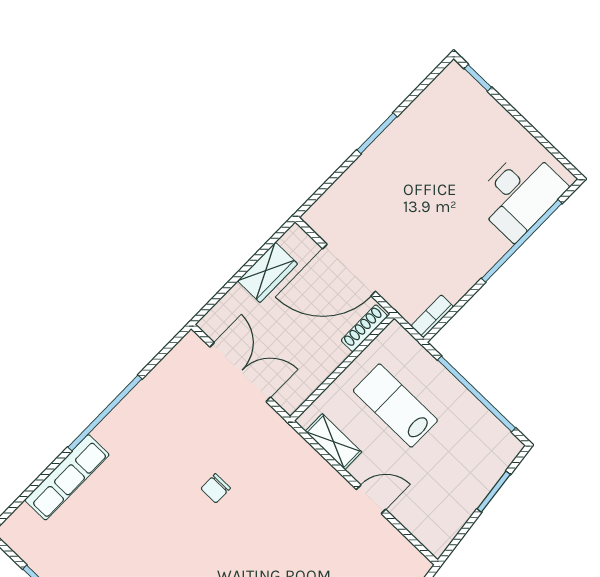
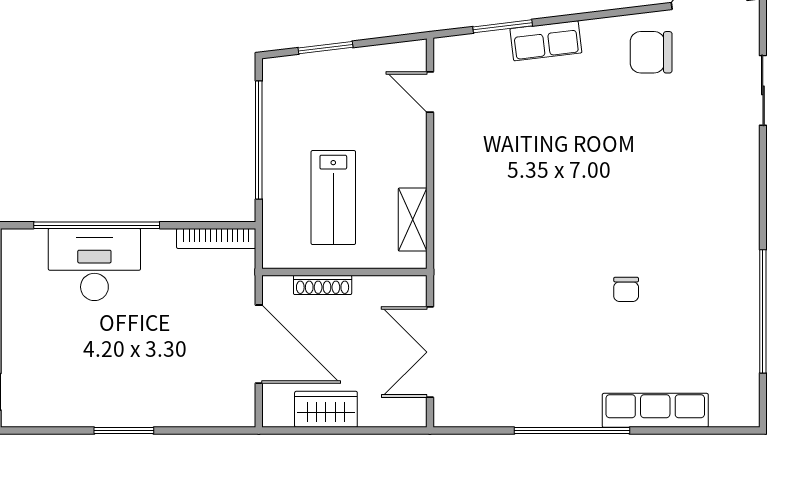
desk: (520, 194) -> (94, 265), moved
bookcase: (432, 316) -> (216, 238), width x1.56
shoe rack: (364, 328) -> (323, 285), moved
chair: (216, 488) -> (626, 289), moved, turned 90
door: (371, 499) -> (430, 92), moved

